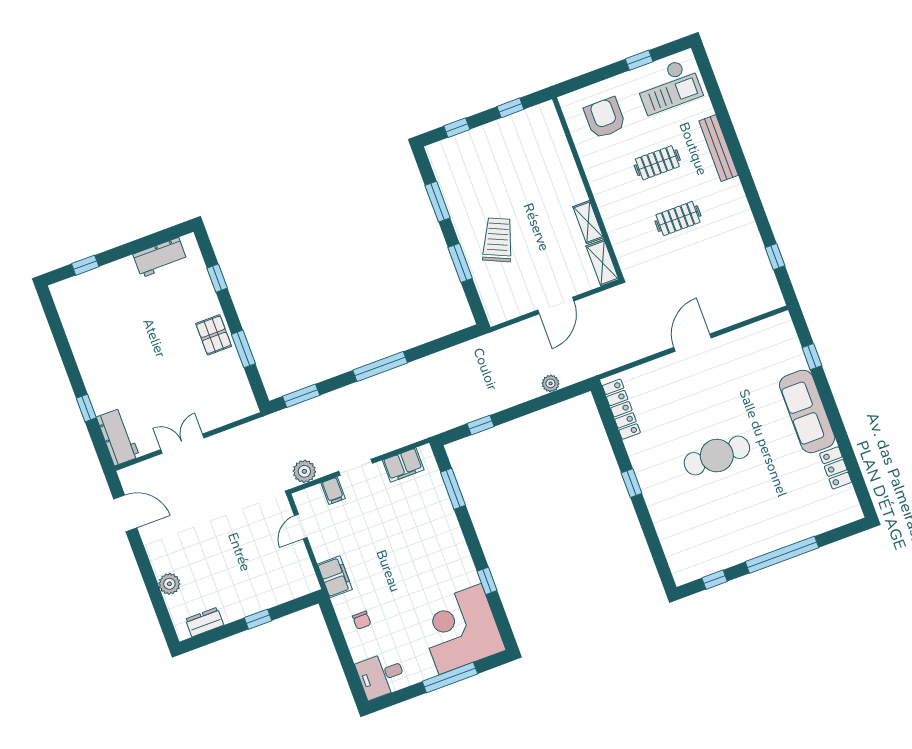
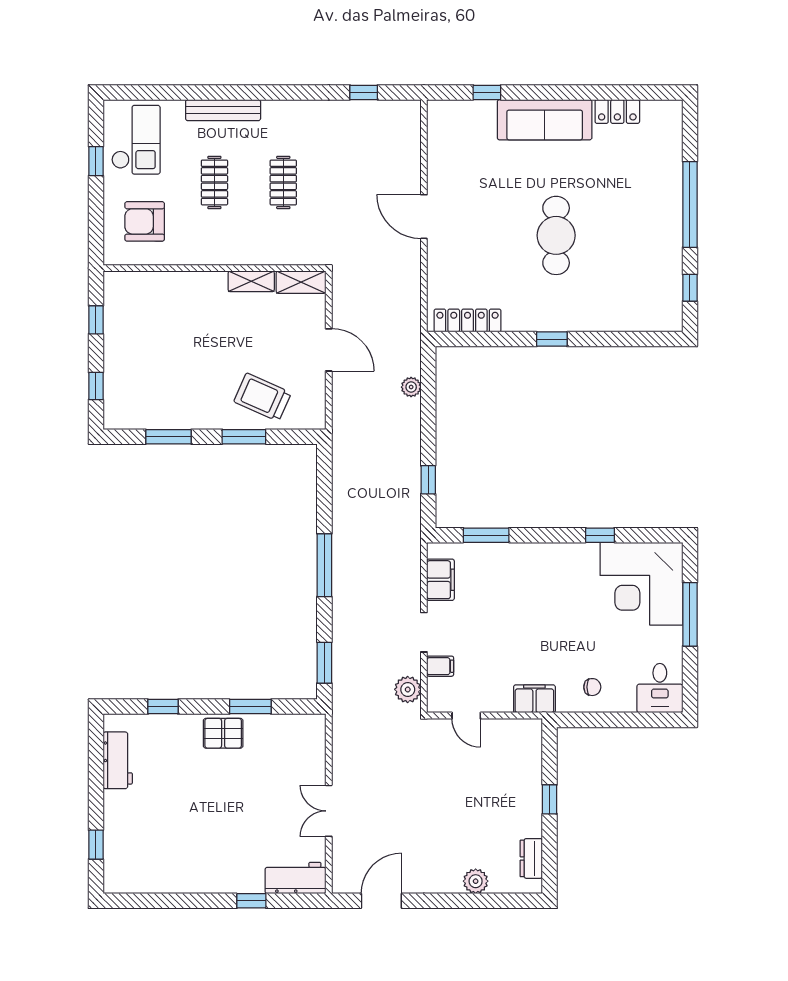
trolley: (498, 240) -> (262, 397), moved

